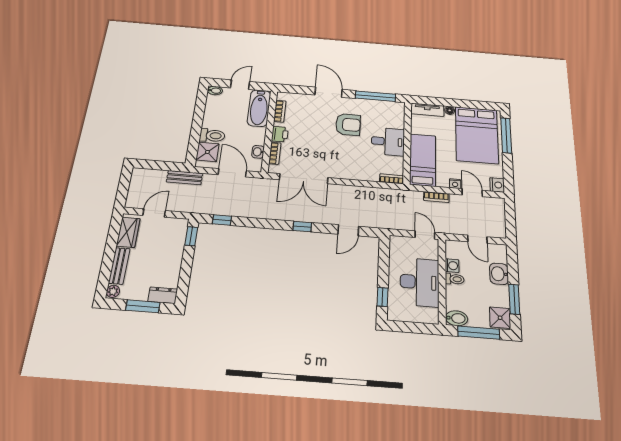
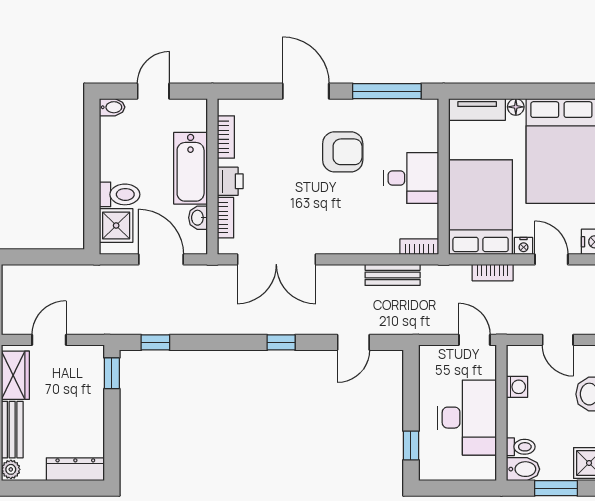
bathtub: (259, 108) -> (191, 168), moved
bed: (423, 160) -> (481, 207), width x1.50
bench: (185, 178) -> (393, 275), moved
toilet: (455, 279) -> (521, 447), moved
dresser: (163, 295) -> (75, 469), width x1.44
window: (143, 306) -> (58, 488), removed
window: (479, 333) -> (556, 488), width x0.69

